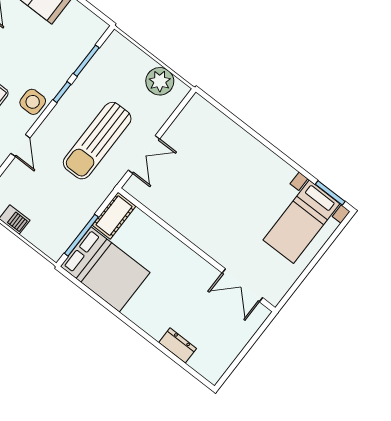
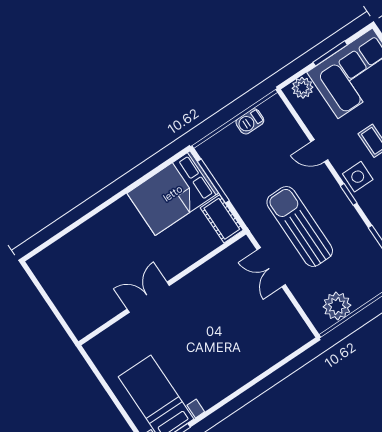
window: (62, 92) -> (349, 194), moved
double door: (242, 285) -> (148, 297), moved
dresser: (178, 345) -> (76, 239), removed

